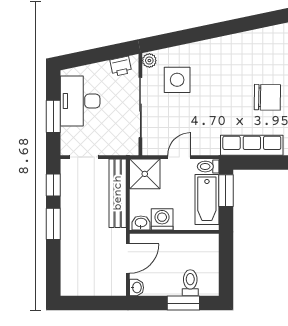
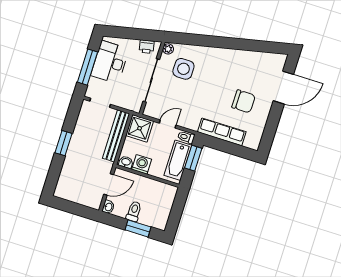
window: (53, 116) -> (87, 67), width x1.44
window: (53, 185) -> (72, 116), removed
toilet: (190, 283) -> (134, 211), moved

